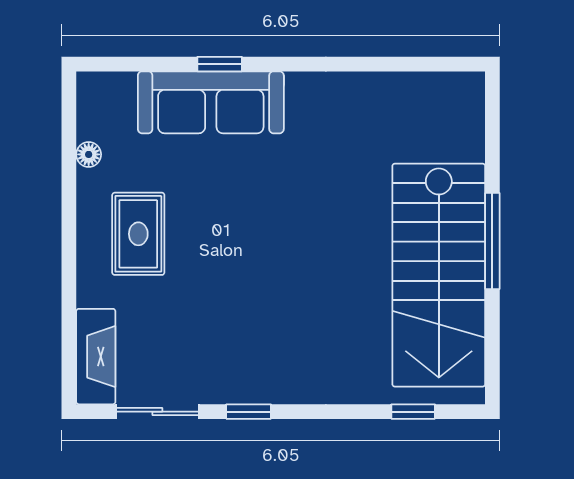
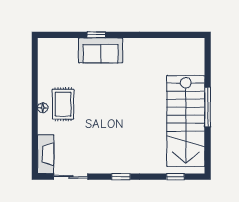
sofa: (211, 102) -> (101, 50), width x0.73
floor lamp: (89, 154) -> (43, 108), moved
window: (249, 412) -> (121, 177), moved

